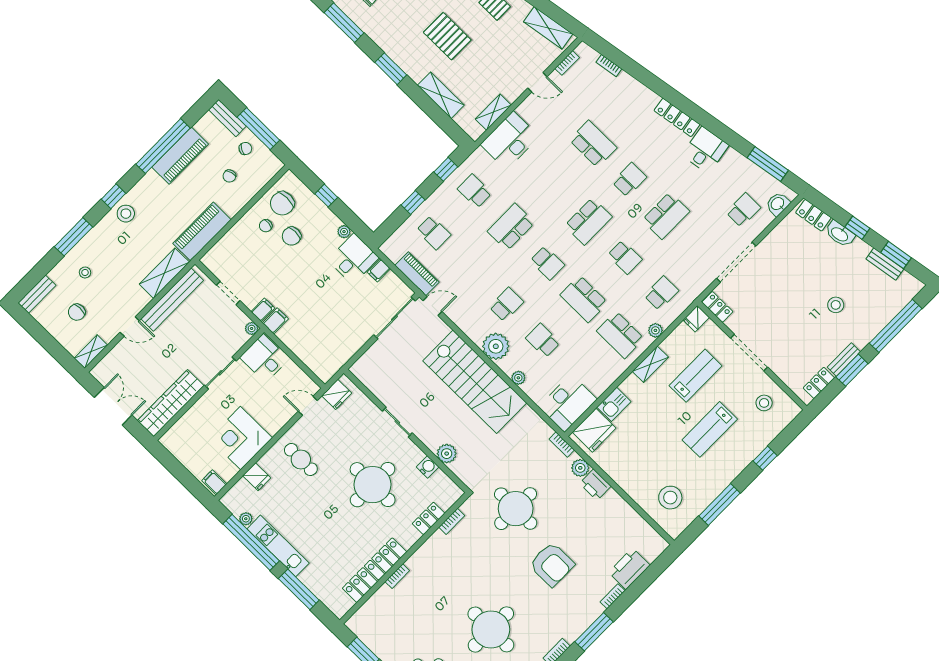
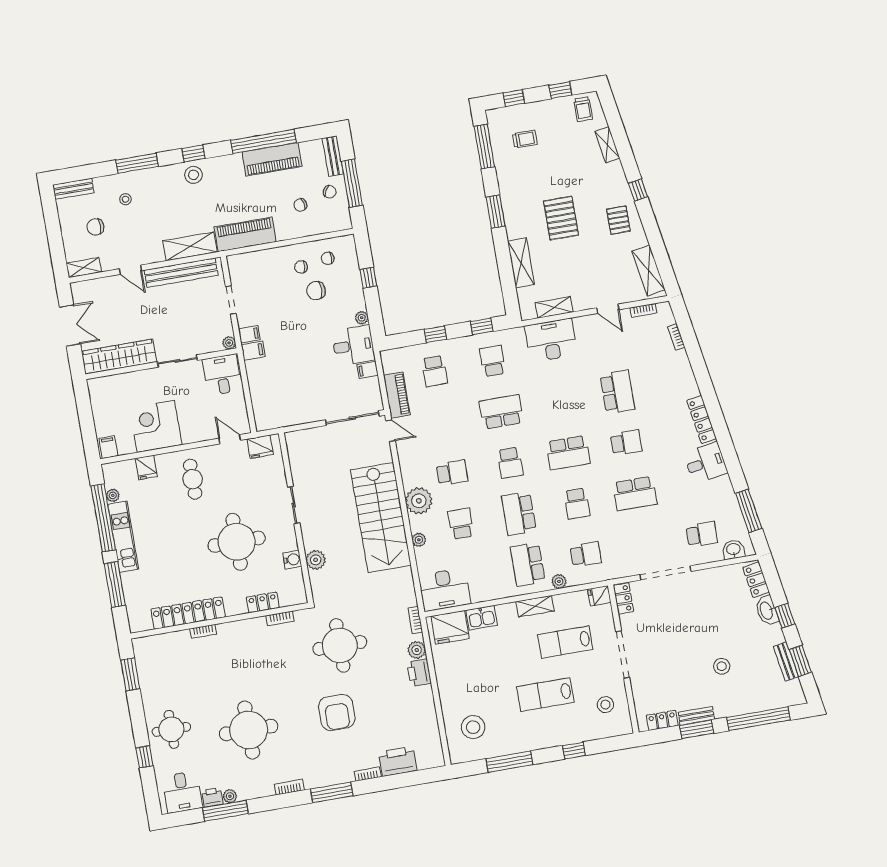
chair: (282, 203) -> (328, 258), width x0.54, depth x0.54
lab bench: (696, 376) -> (565, 642), turned 180

